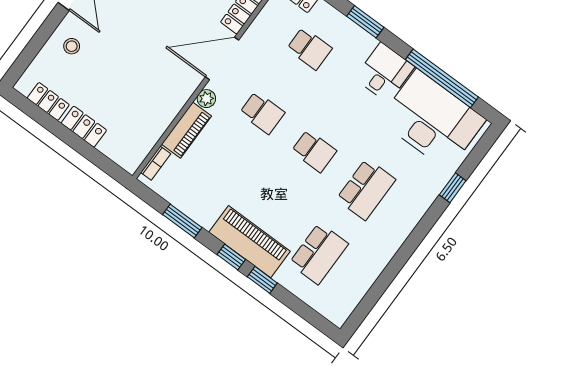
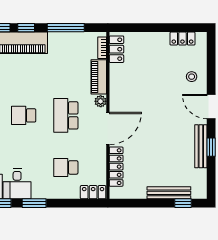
window: (365, 22) -> (34, 203), moved
school desk: (262, 113) -> (66, 115), width x1.85
locker: (84, 127) -> (116, 49), moved, turned -90
window: (182, 221) -> (66, 28), width x1.44

